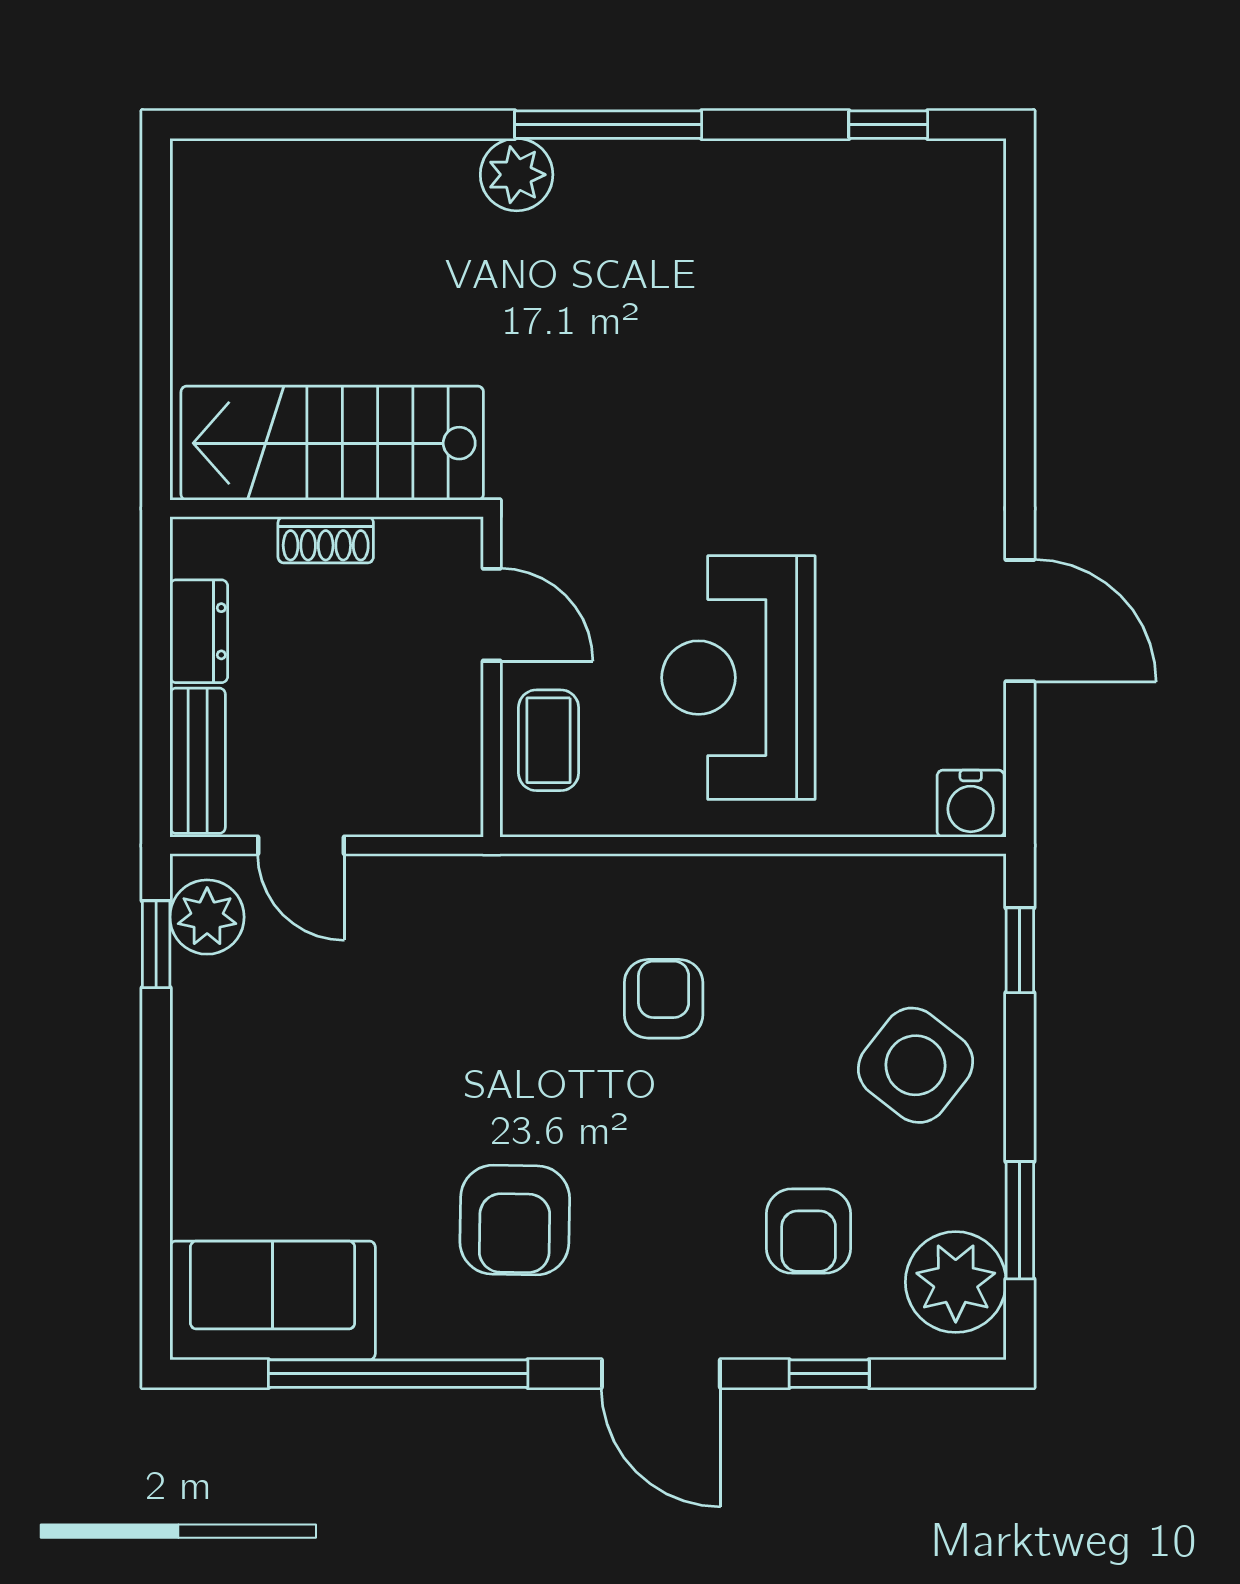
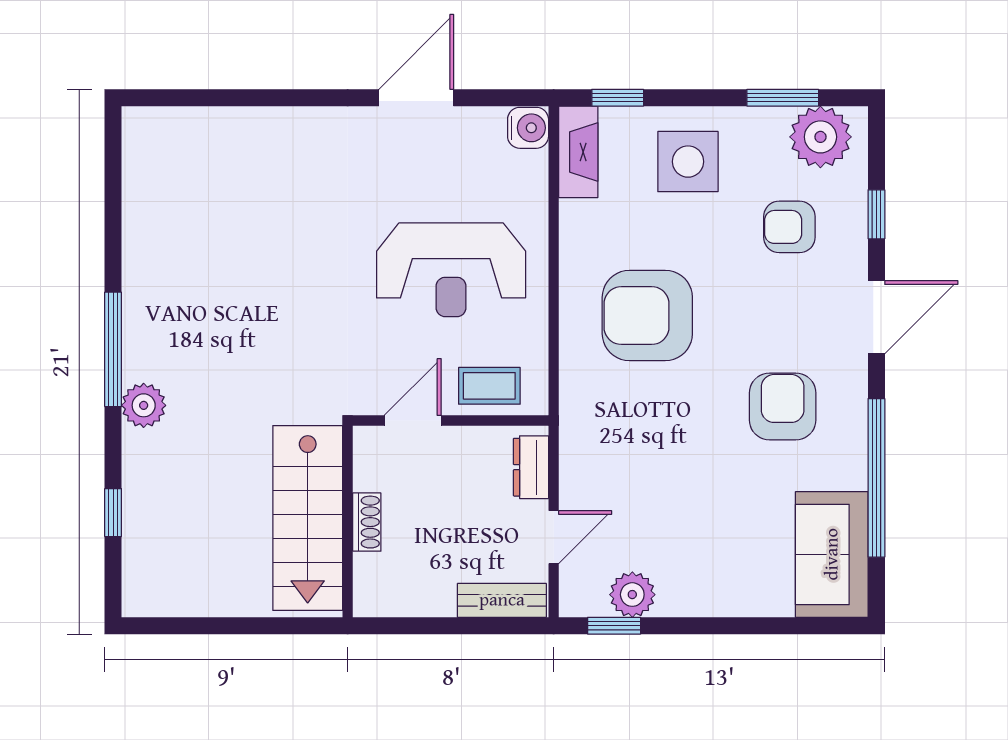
window: (888, 125) -> (113, 513), moved
dresser: (199, 631) -> (531, 467), moved, turned -90
fireplace: (931, 886) -> (578, 152), added
plant: (207, 917) -> (632, 595), moved
armchair: (664, 999) -> (647, 316), width x1.88, depth x1.88
side table: (915, 1065) -> (688, 162), turned -38
armchair: (515, 1220) -> (783, 406), turned -91
armchair: (809, 1231) -> (789, 227), turned 180

